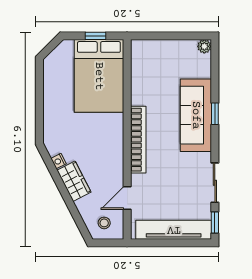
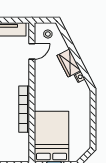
bookcase: (138, 140) -> (24, 109), moved

